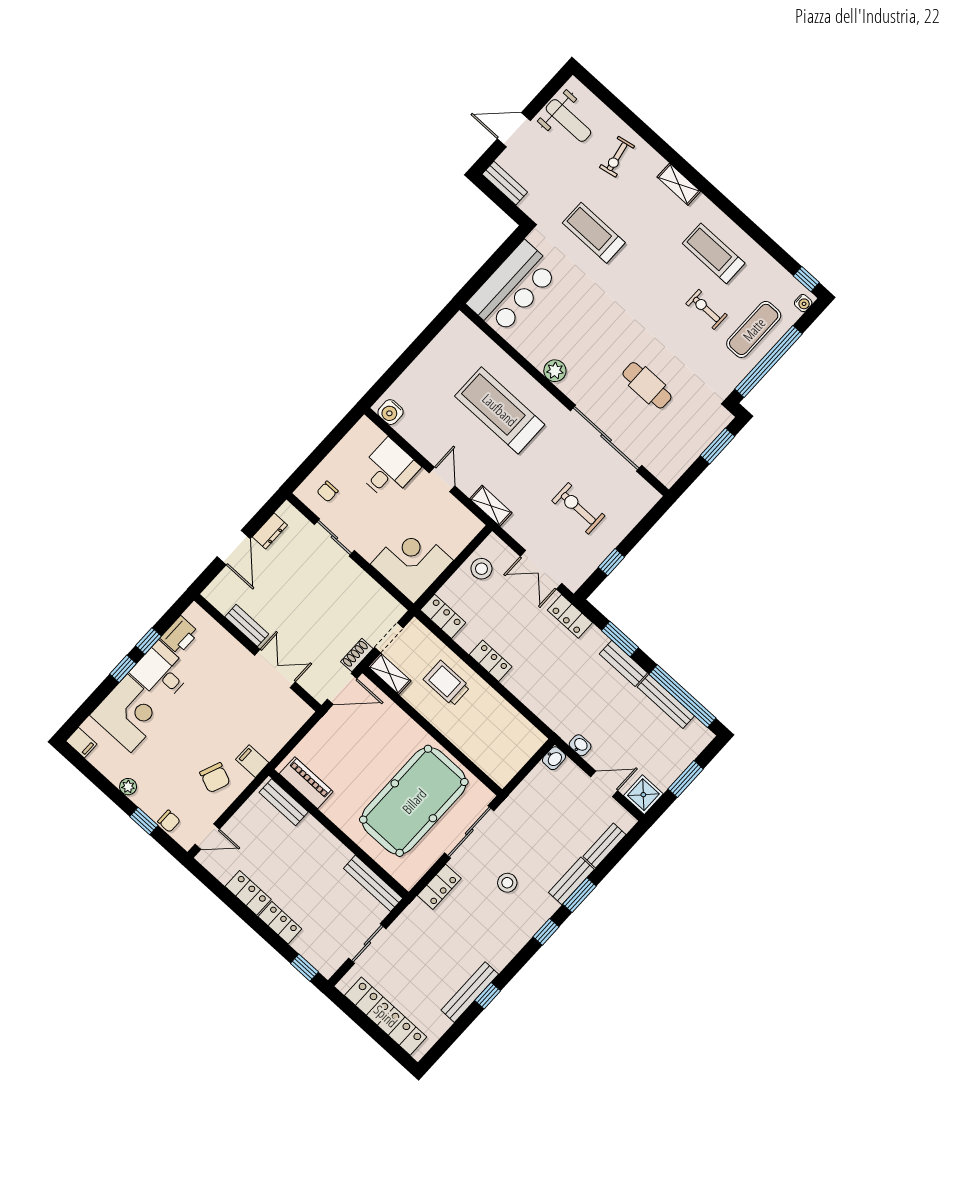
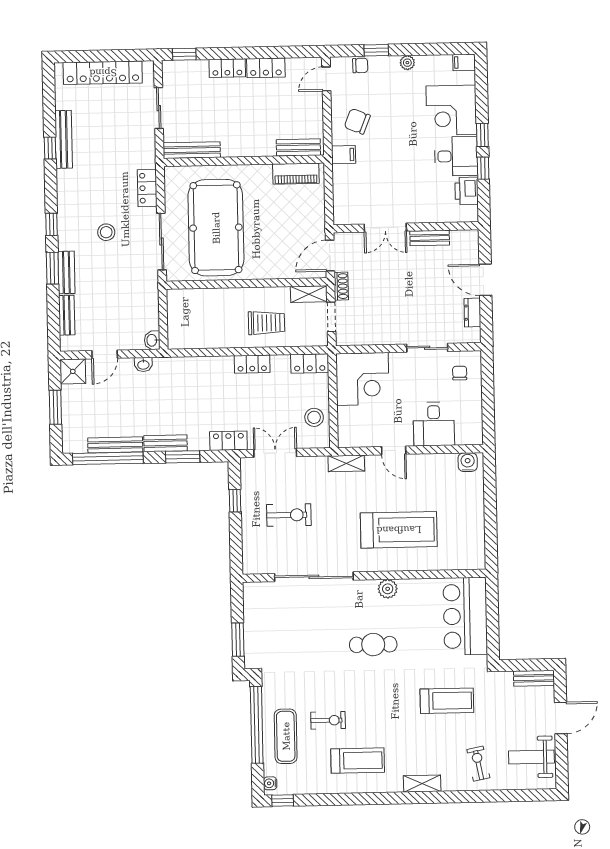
cafe table: (647, 385) -> (373, 645), moved
chair: (169, 821) -> (360, 65), turned 180

